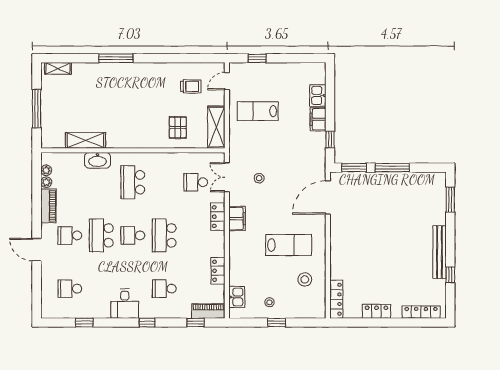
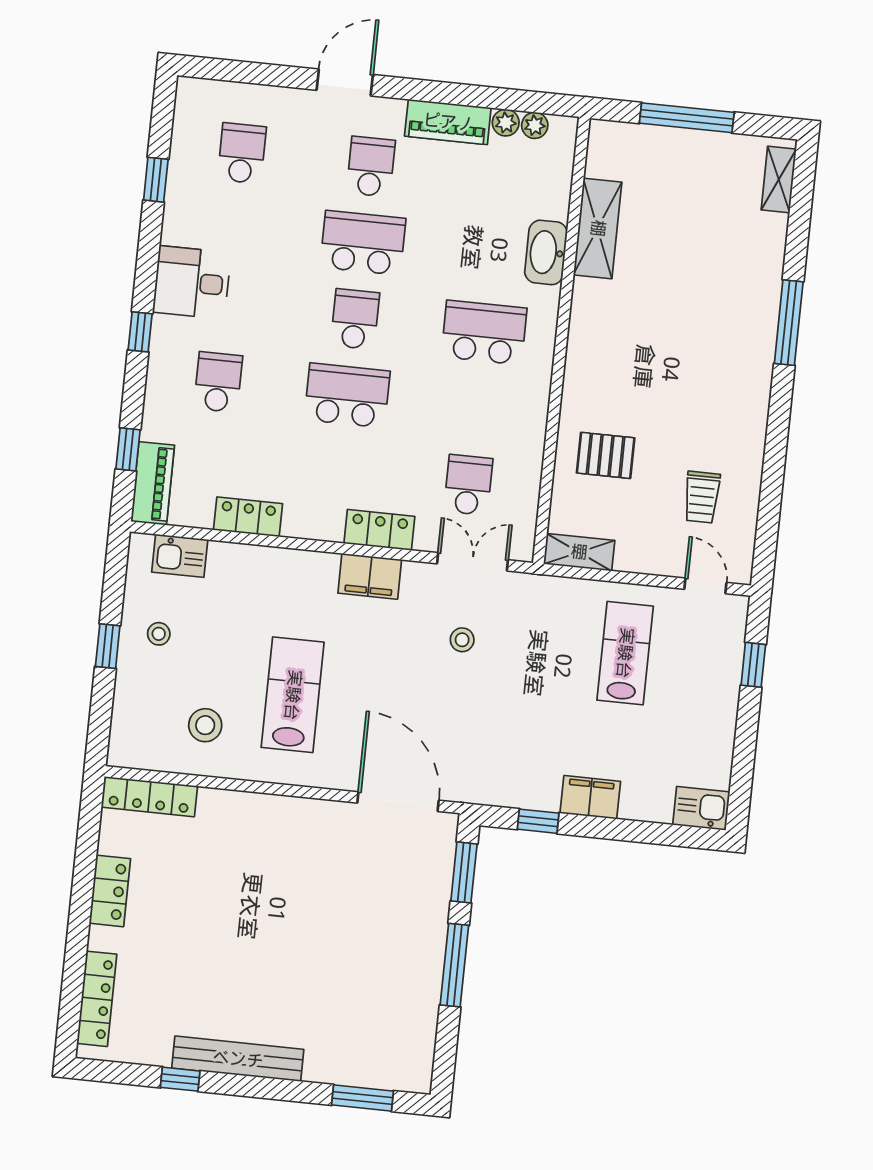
kitchen sink: (318, 95) -> (701, 808), moved
shelving: (216, 127) -> (579, 552), width x0.67, depth x0.75
lab bench: (289, 245) -> (293, 695), turned 180

